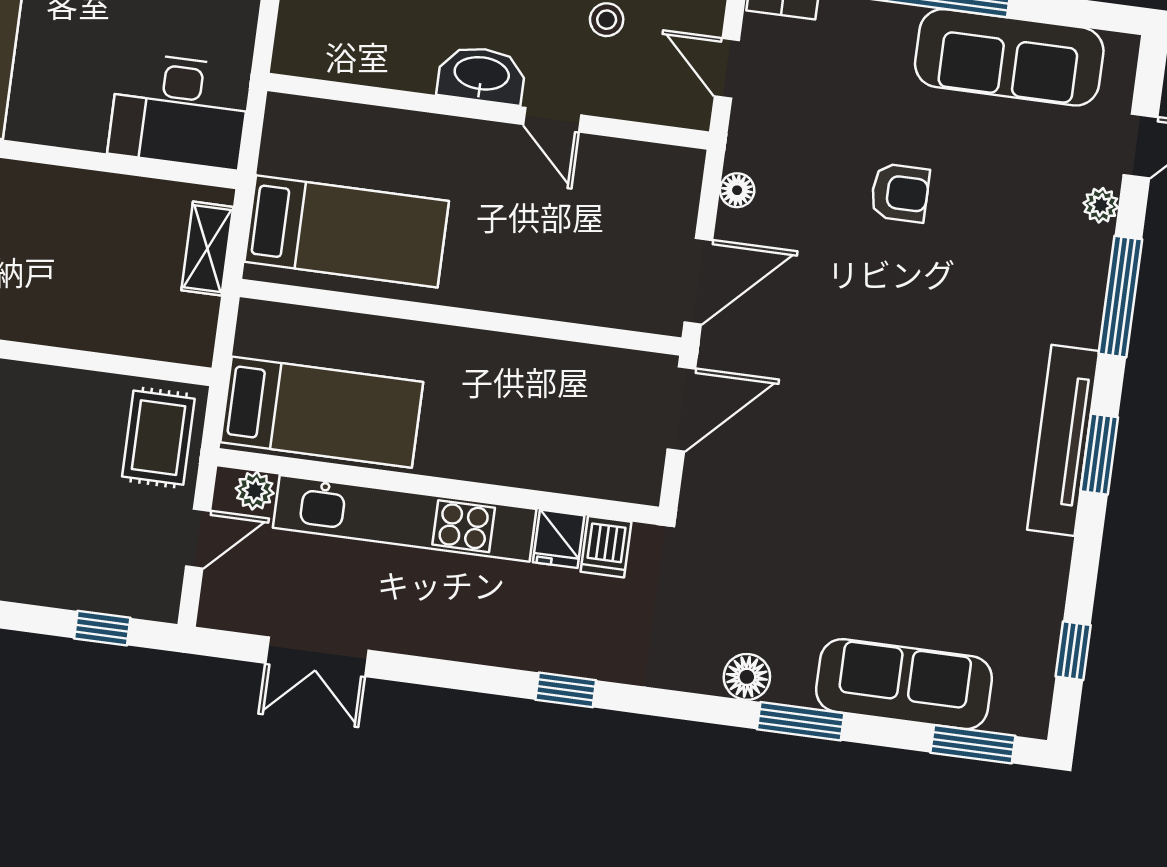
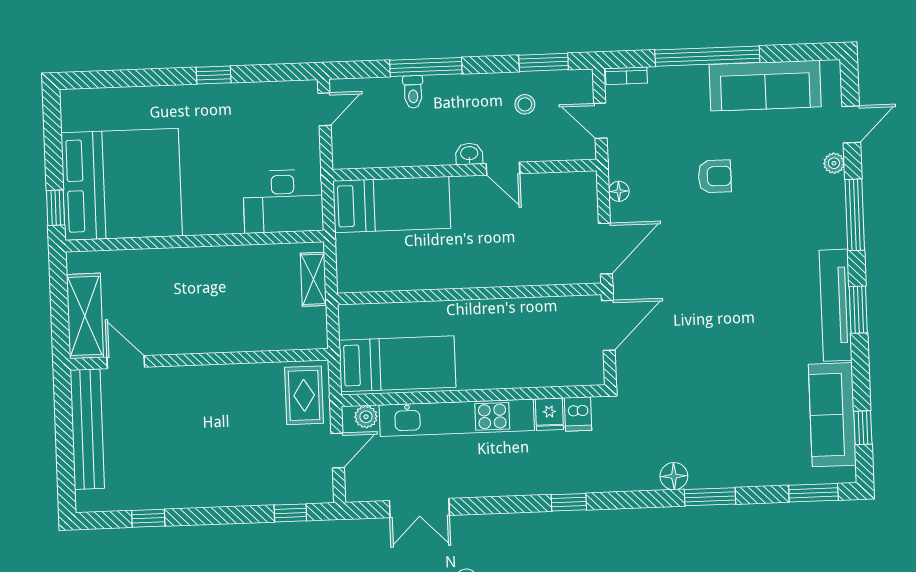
washbasin: (481, 75) -> (469, 154), width x0.52, depth x0.69
bed: (347, 231) -> (392, 205), moved
sofa: (904, 684) -> (832, 415), moved, turned -90

